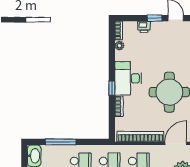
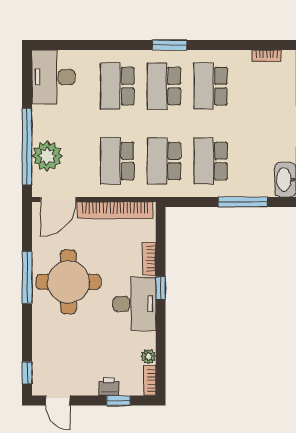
window: (155, 18) -> (118, 401), moved

